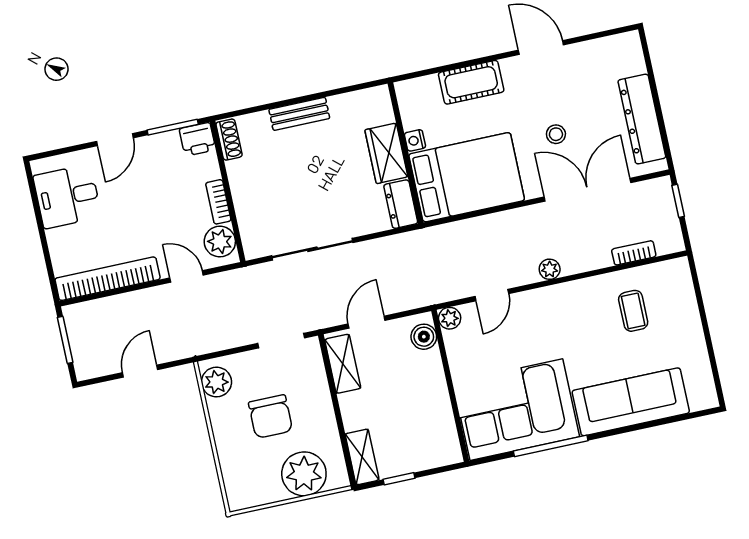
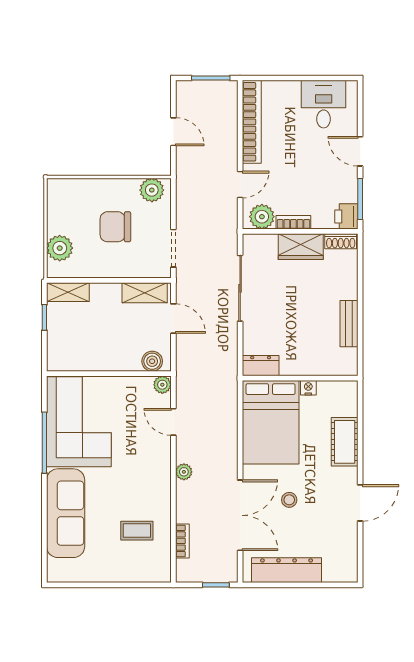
bench: (299, 114) -> (349, 324), moved
wardrobe: (386, 153) -> (301, 247), moved, turned 180
plant: (304, 474) -> (60, 248), width x0.73, depth x0.73

